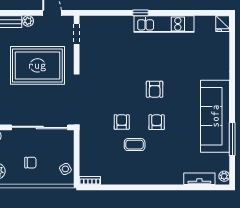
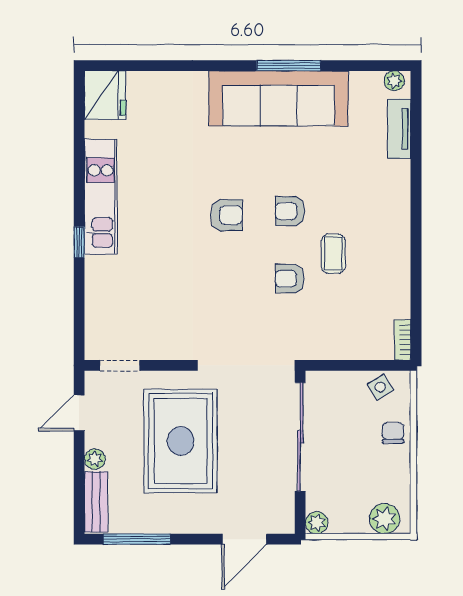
fridge: (223, 24) -> (105, 95), width x1.88, depth x1.34
window: (232, 139) -> (289, 66), moved
chair: (30, 163) -> (393, 433), moved

